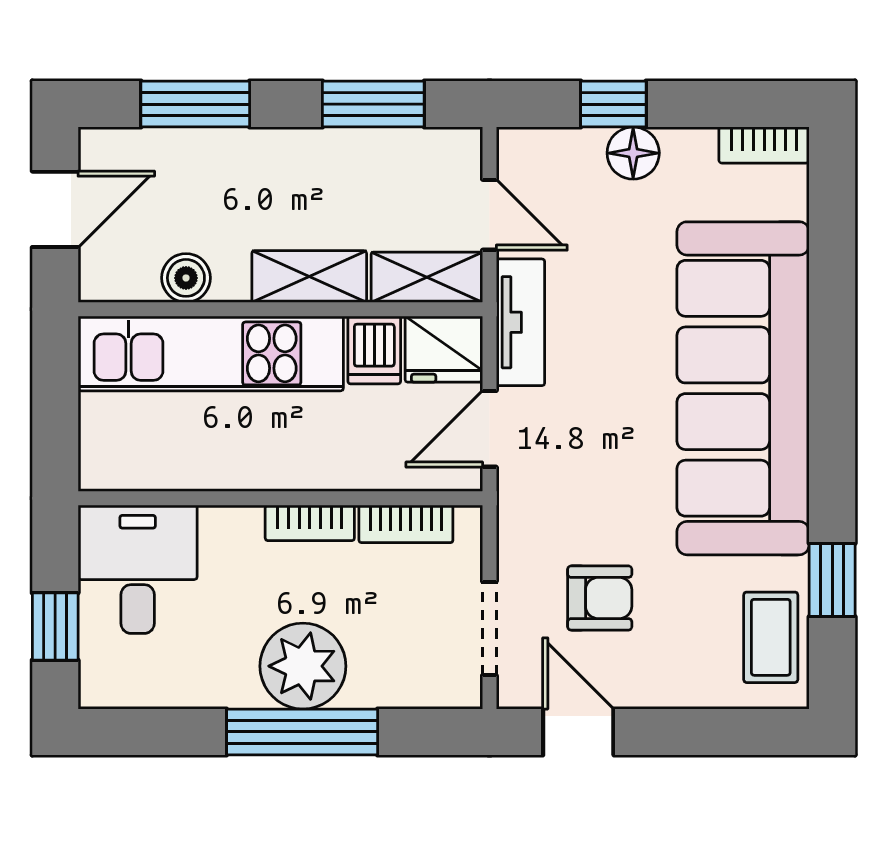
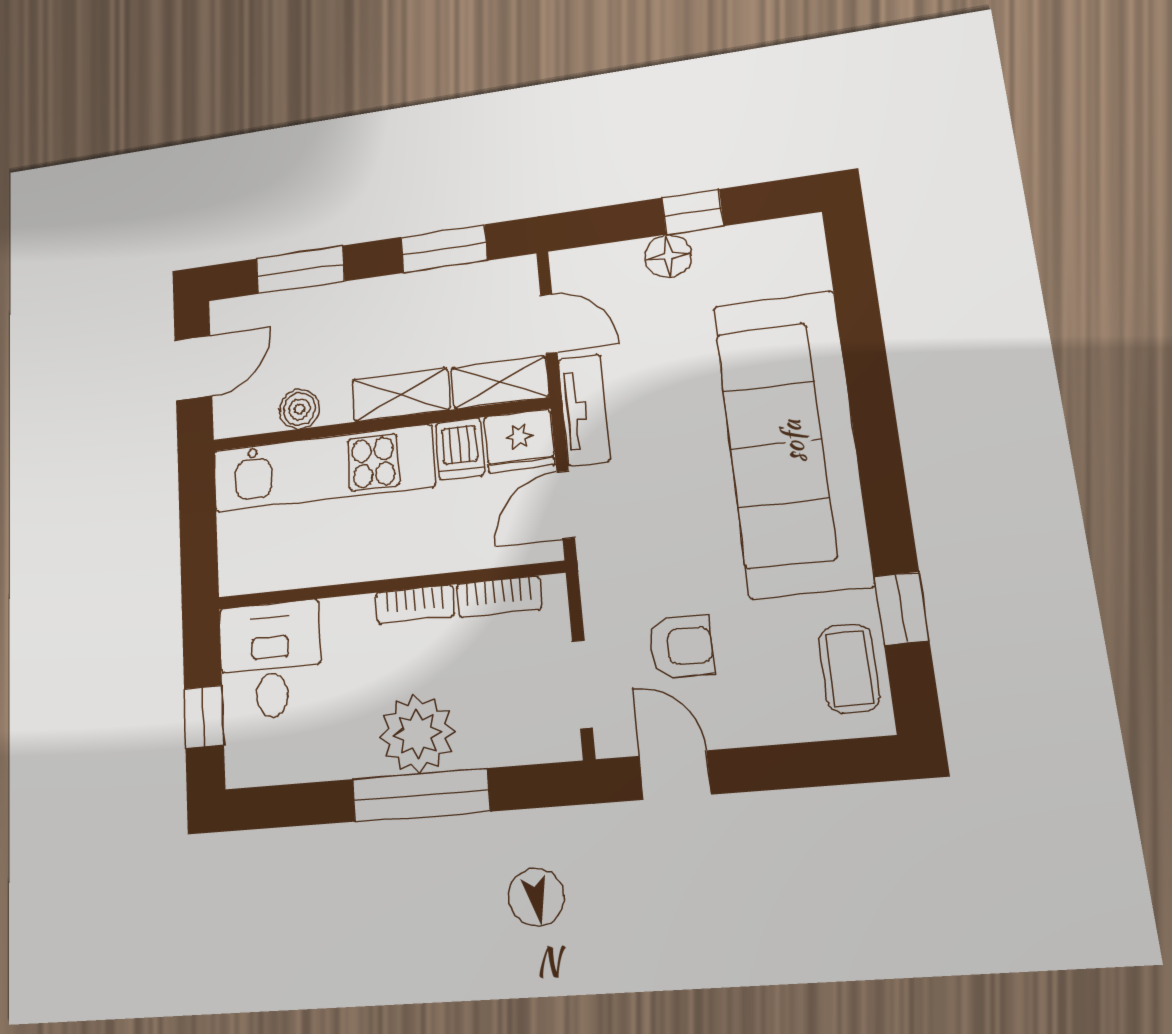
window: (613, 104) -> (693, 212), moved
bookcase: (764, 145) -> (783, 233), removed

